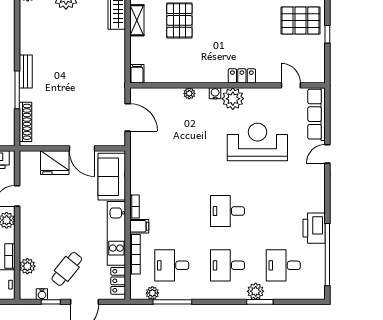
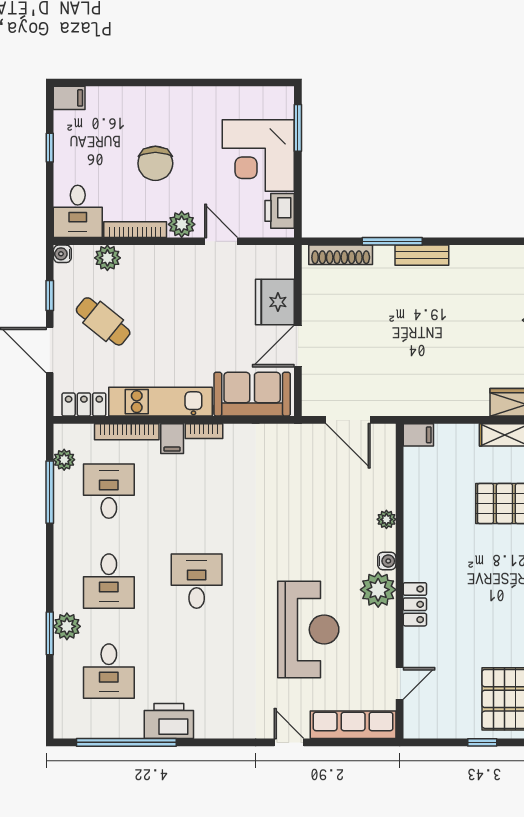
door: (128, 117) -> (348, 420), hinge flipped
bookcase: (10, 256) -> (135, 230), width x1.56
desk: (227, 265) -> (109, 581), turned 180
desk: (283, 265) -> (109, 671), turned 180
water cooler: (42, 294) -> (62, 254), moved

